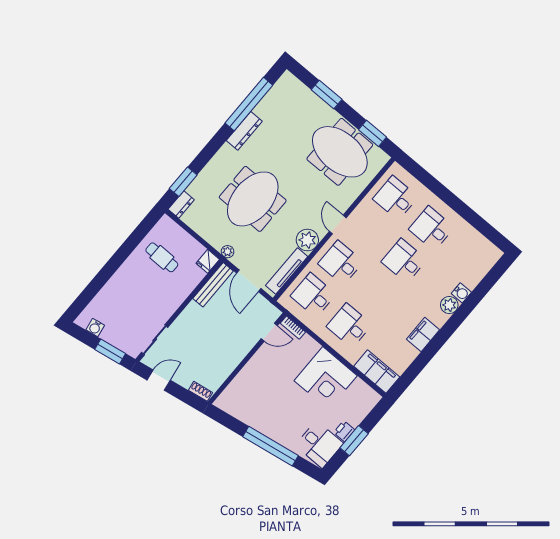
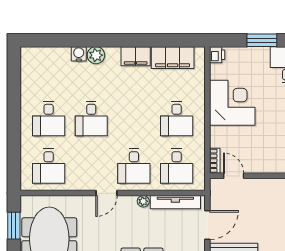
plant: (307, 240) -> (143, 201), width x0.53, depth x0.53
filing cabinet: (377, 372) -> (173, 58), moved, turned -90
printer: (344, 431) -> (217, 55), moved, turned -90

